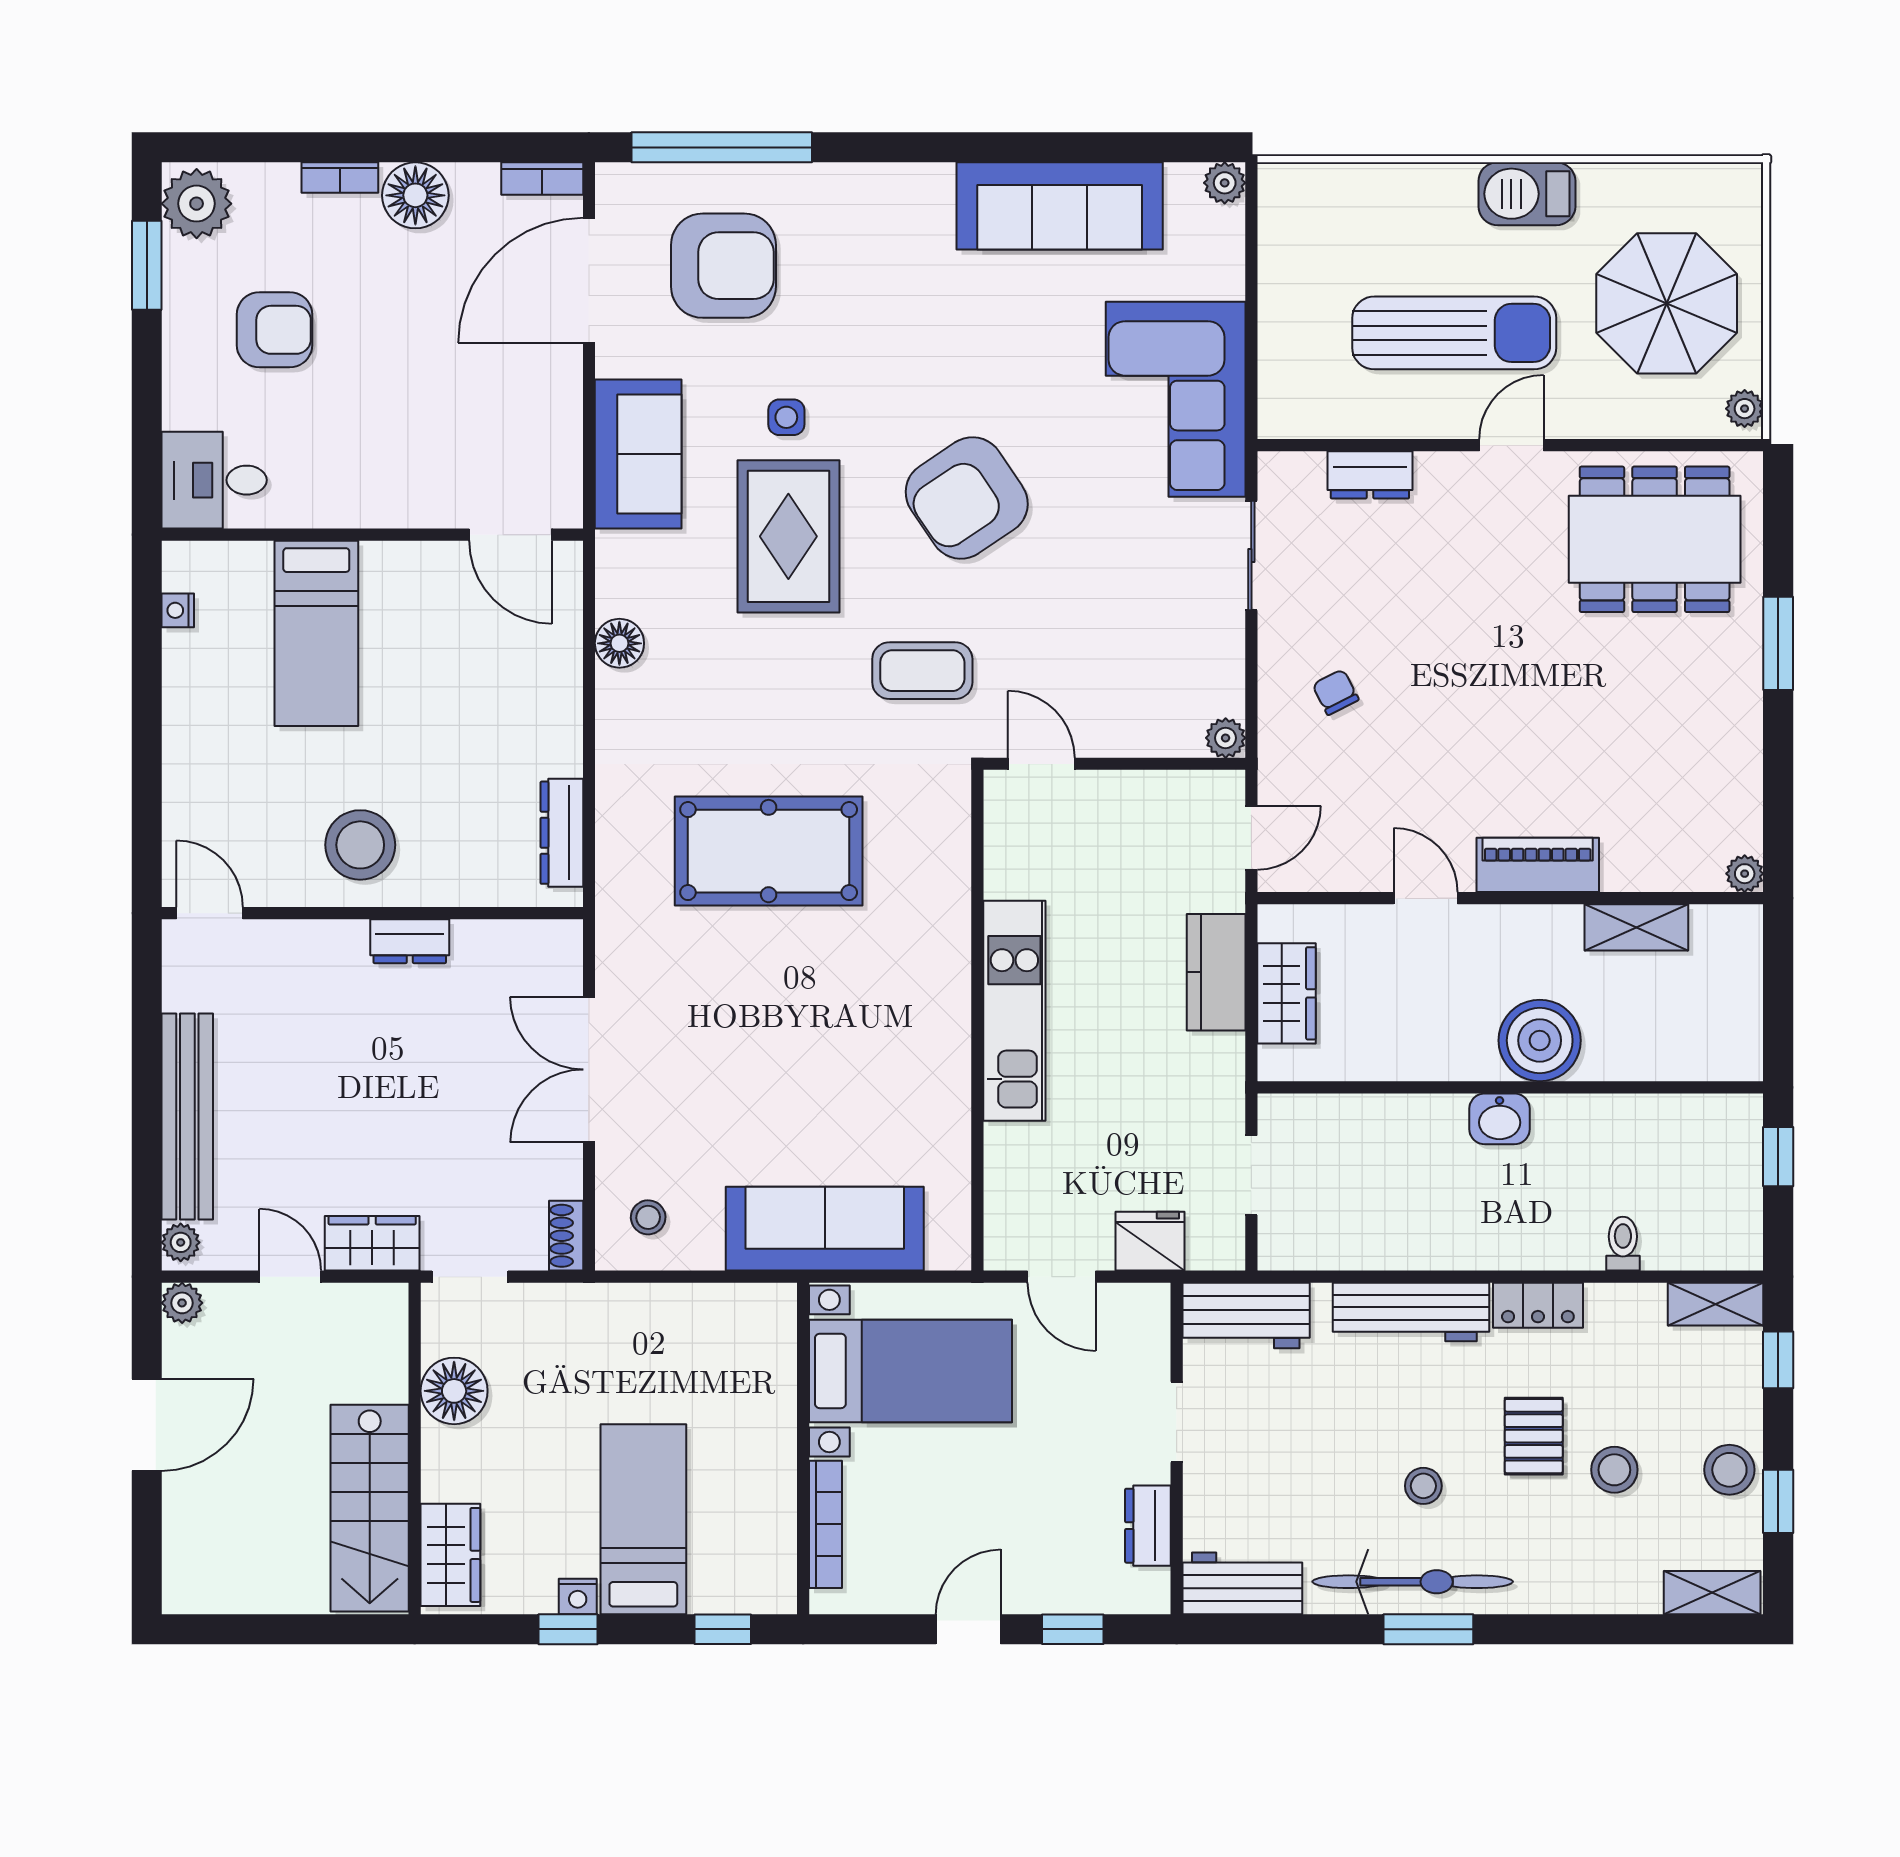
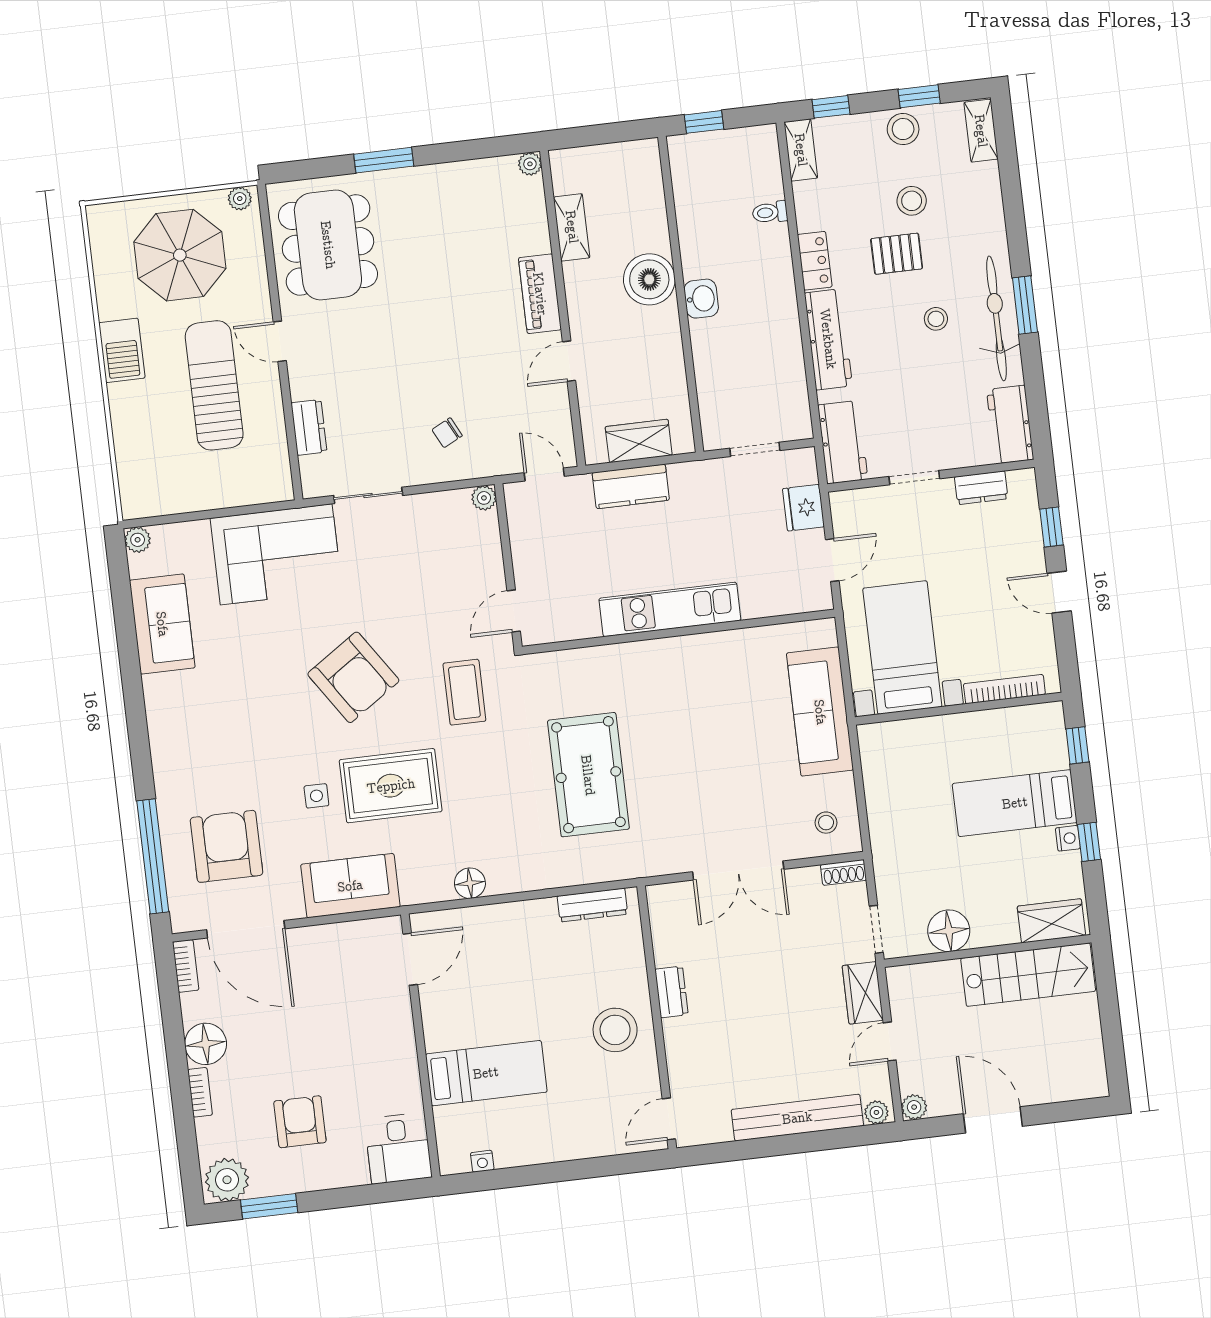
sofa: (1060, 206) -> (162, 624), width x0.73

